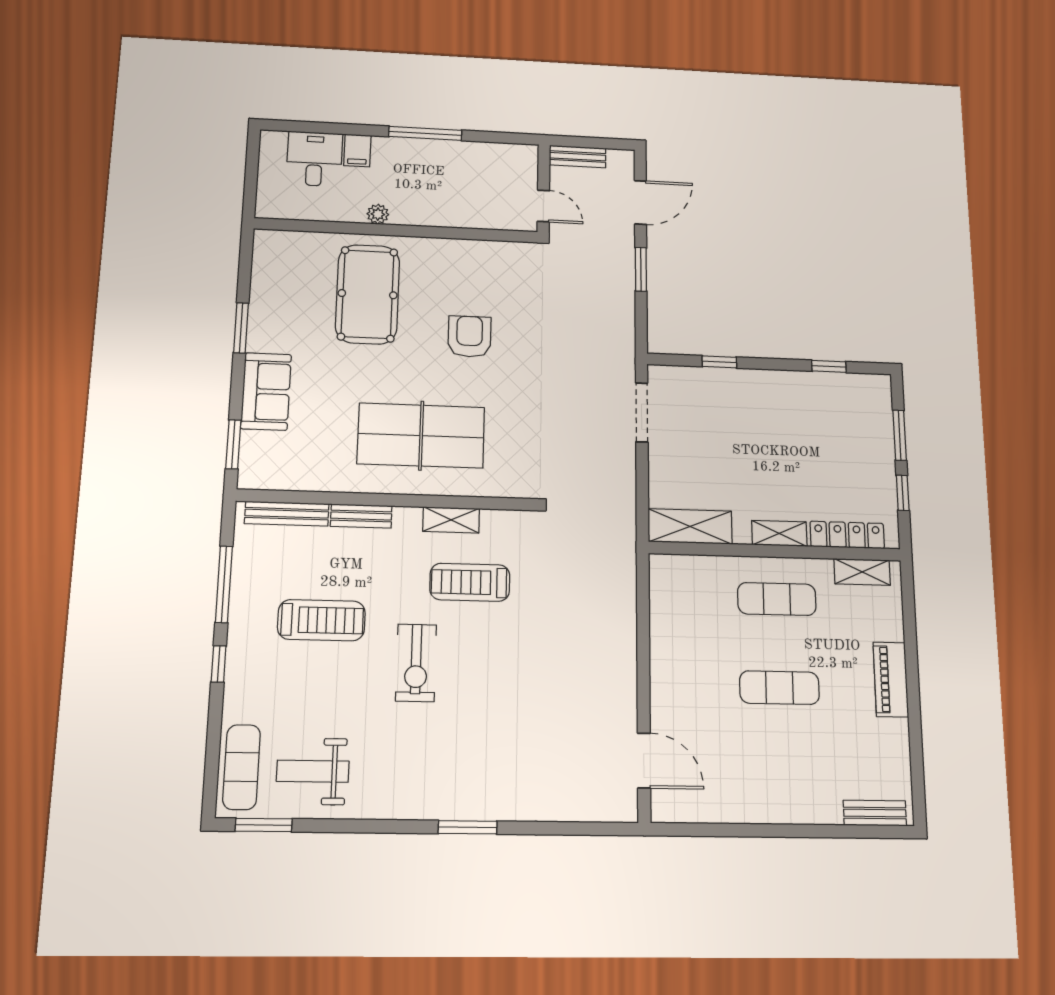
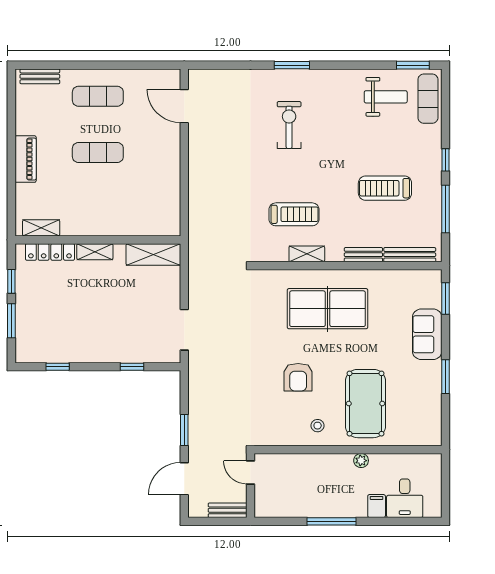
stool: (442, 266) -> (318, 426), added
exercise mat: (777, 599) -> (98, 96), moved
exercise bike: (416, 663) -> (289, 125), moved

